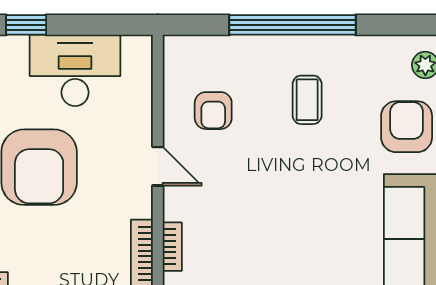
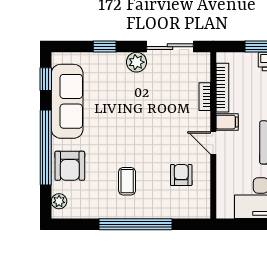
filing cabinet: (134, 203) -> (227, 122), added

